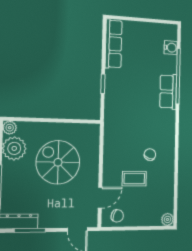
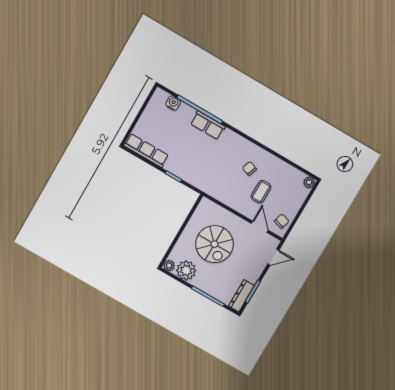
spiral stairs: (58, 162) -> (214, 244), turned -90

